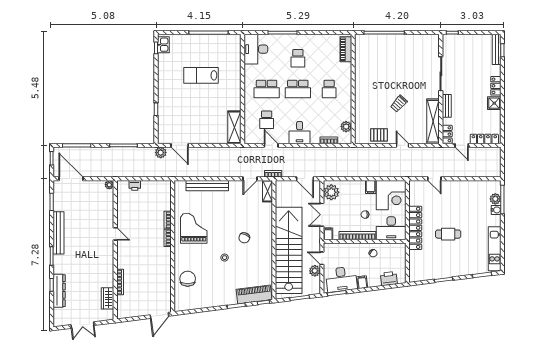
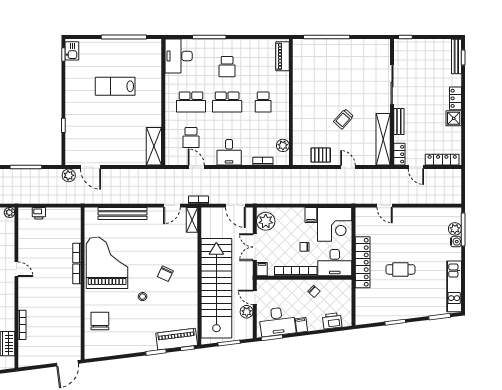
grand piano: (194, 228) -> (107, 263), width x1.37, depth x1.48

